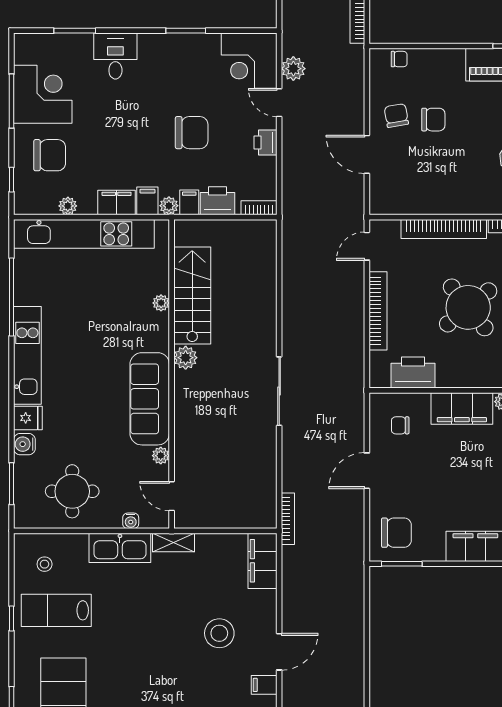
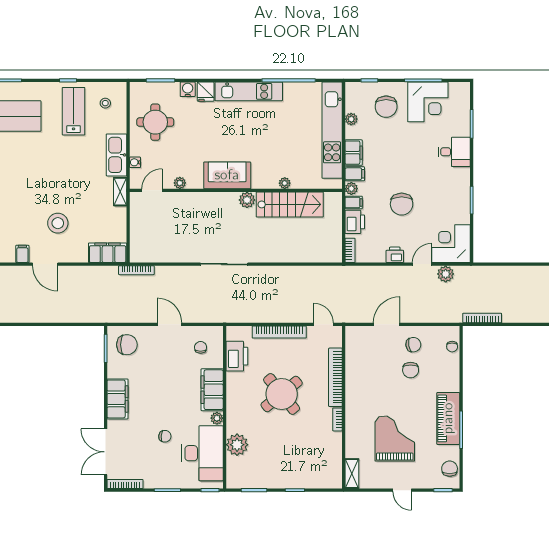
sofa: (150, 399) -> (227, 175), width x0.73
chair: (396, 533) -> (127, 345), turned -90

